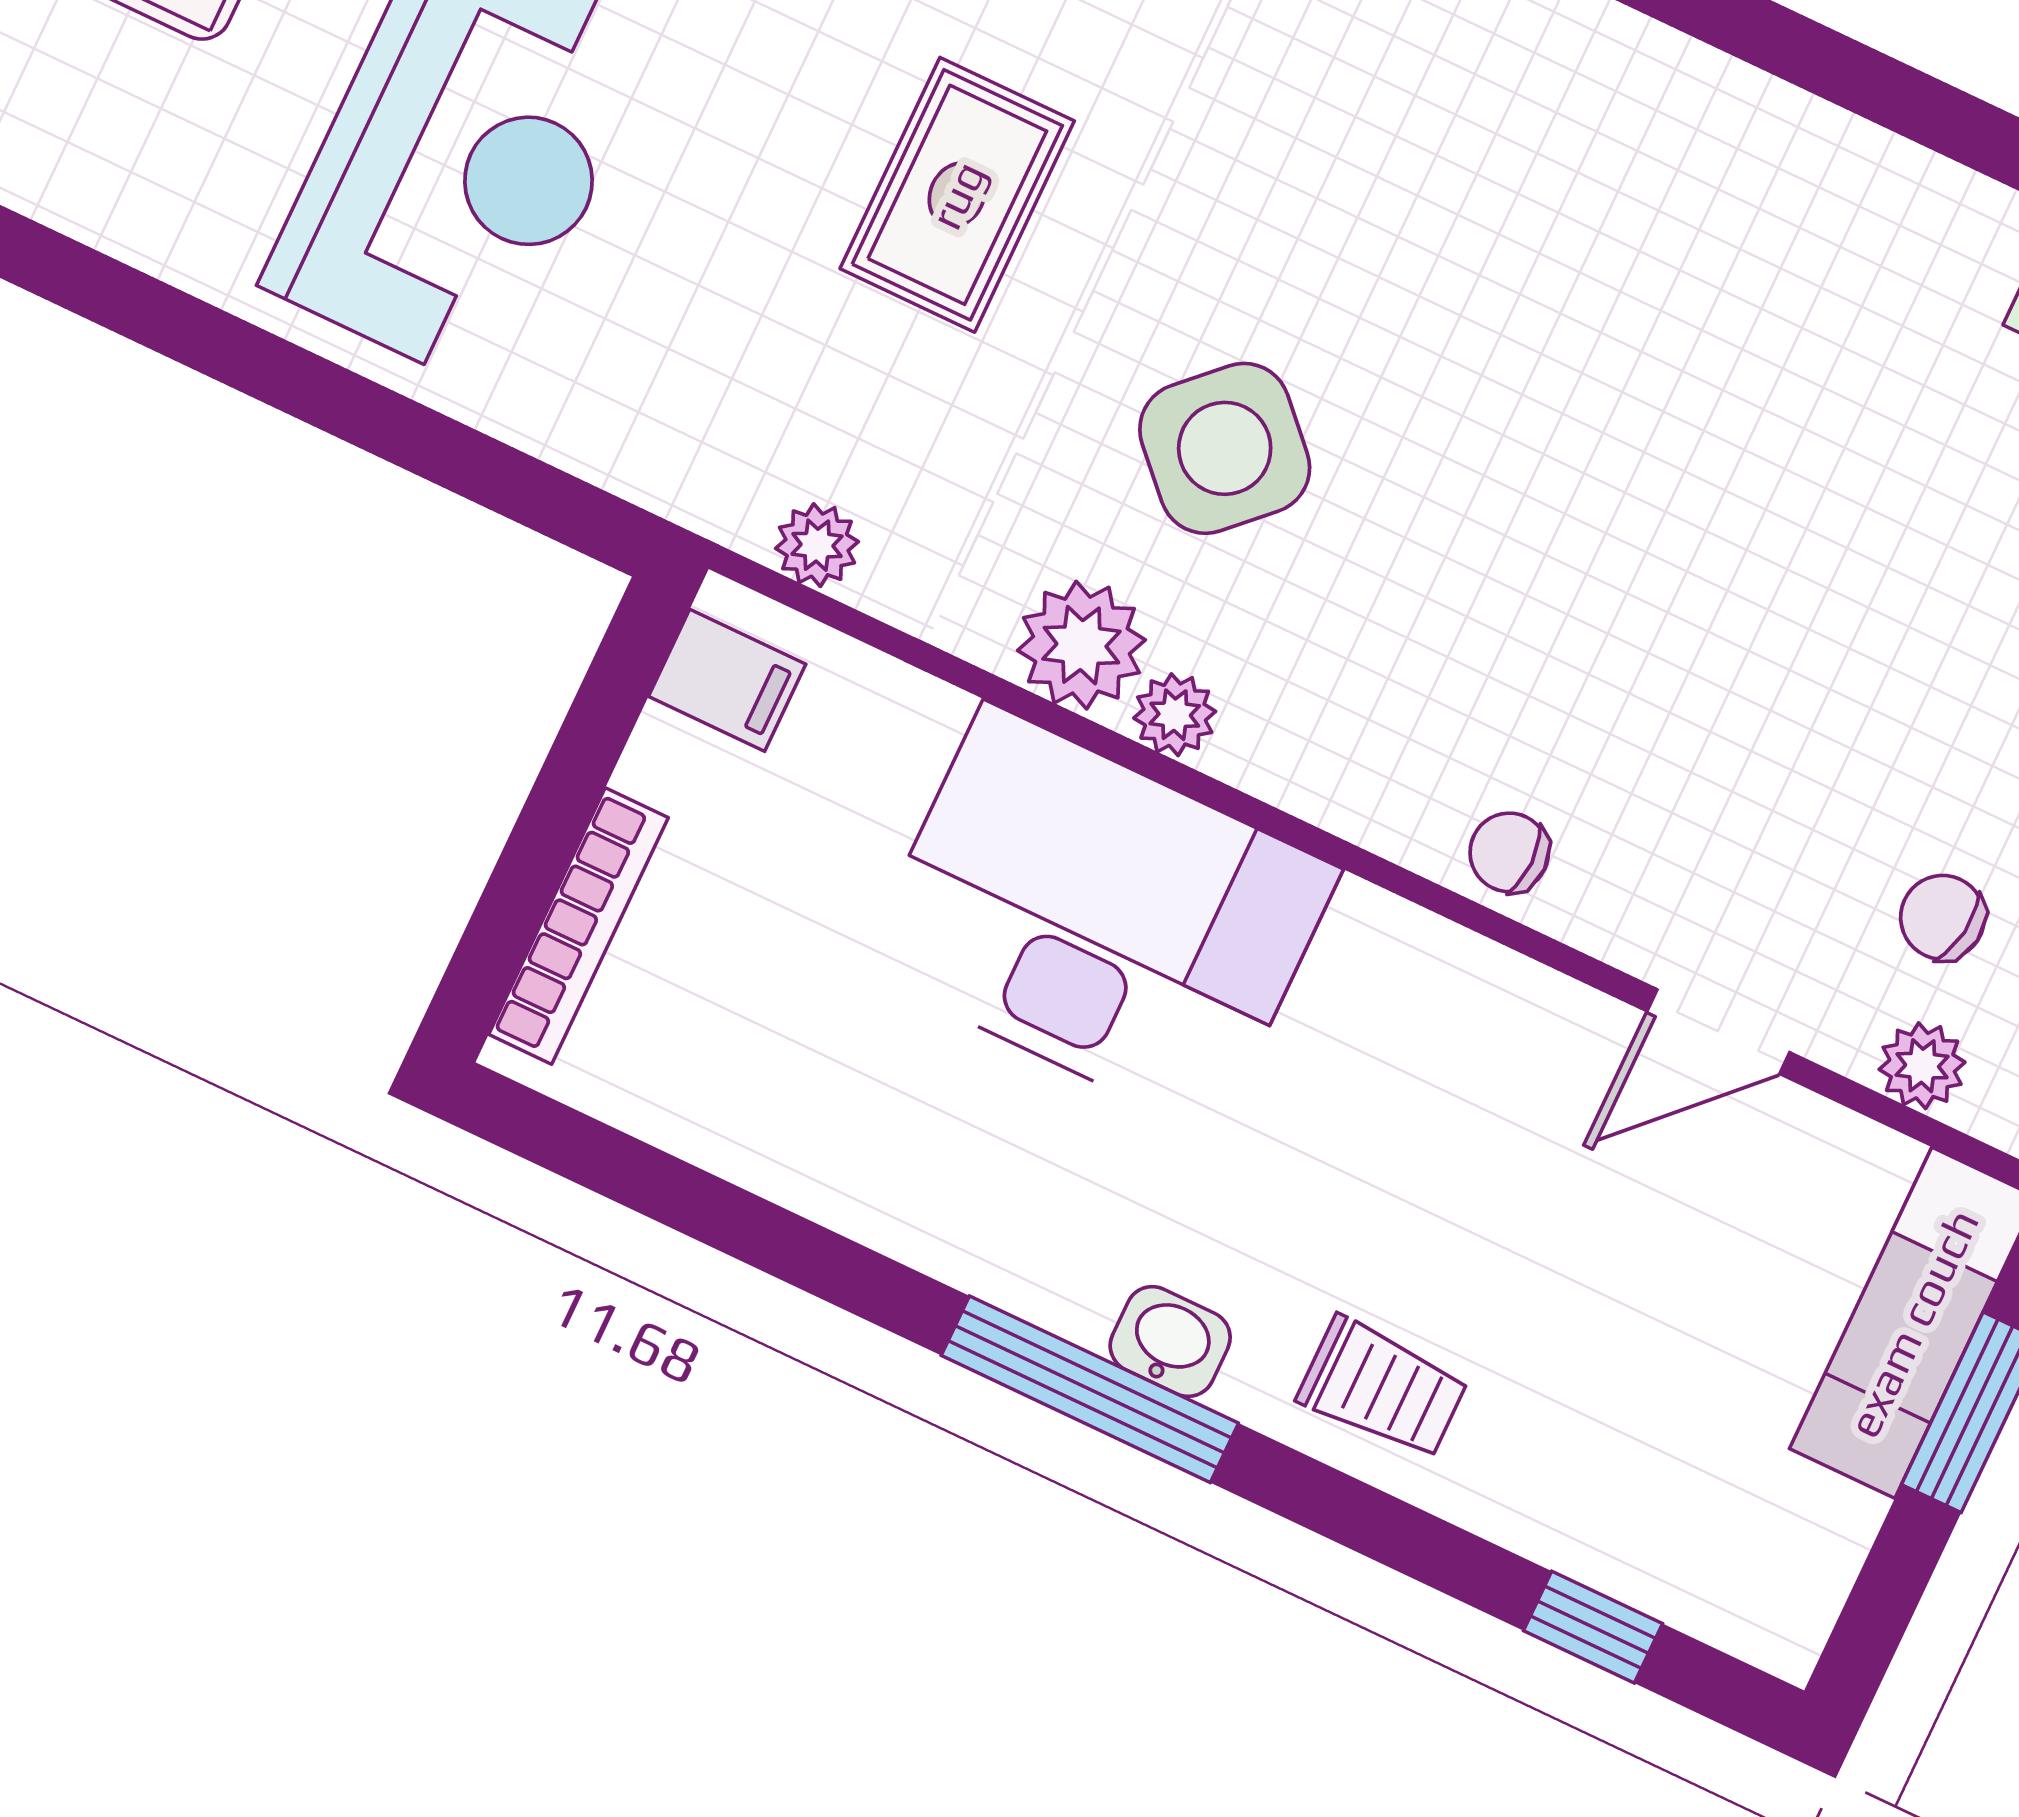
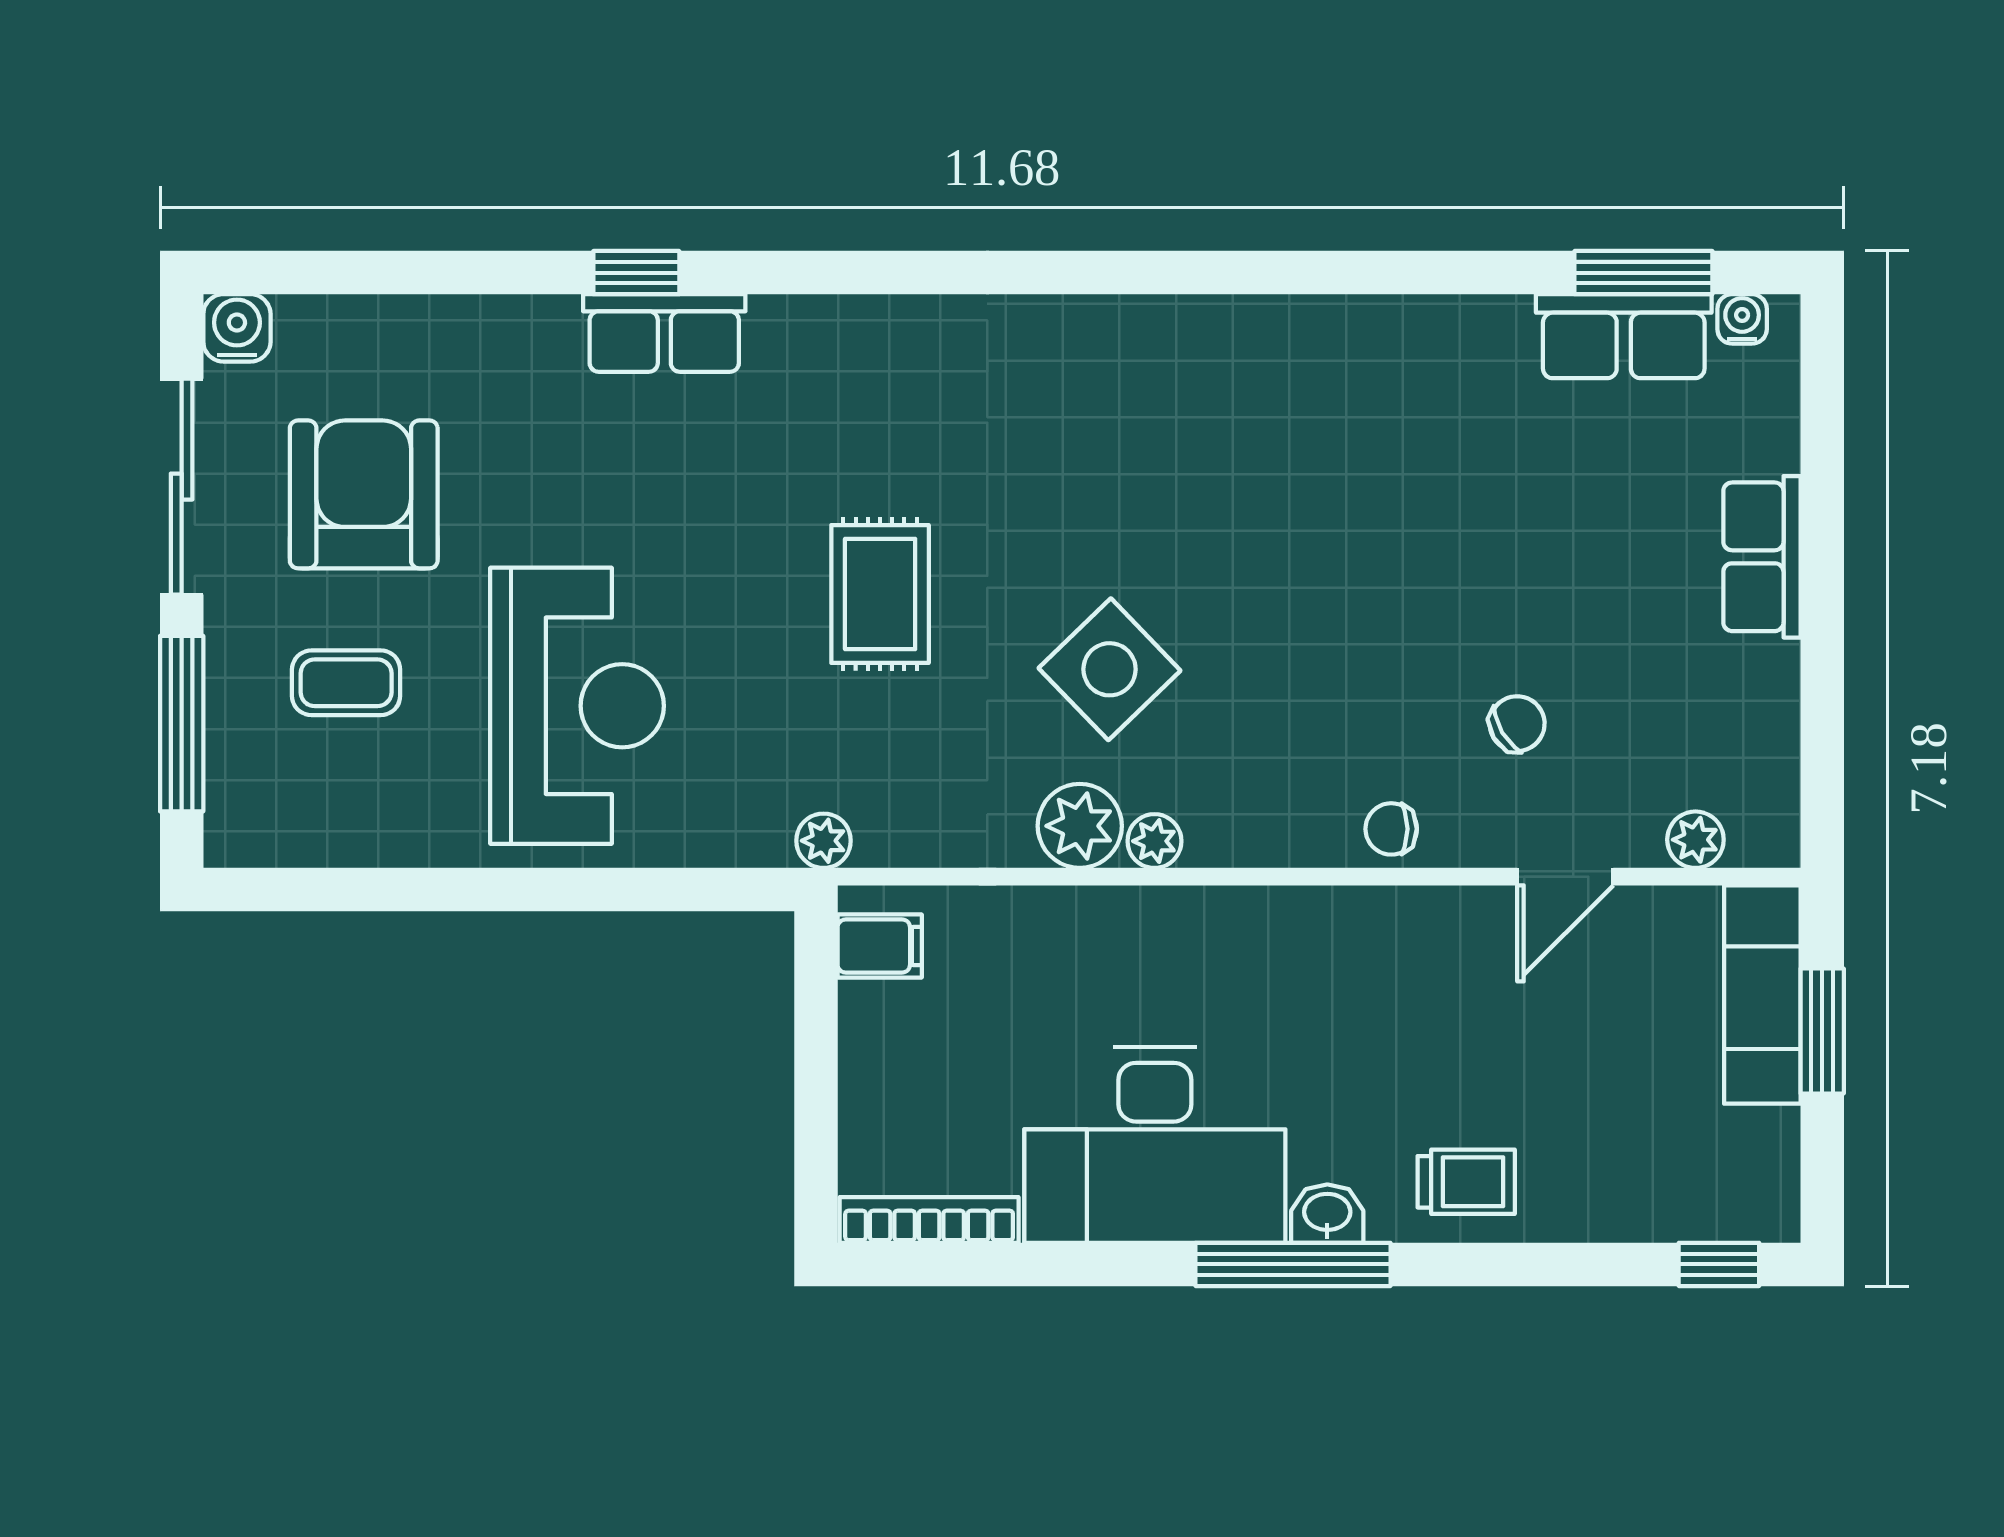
plant: (817, 545) -> (824, 841), moved
chair: (1943, 917) -> (1517, 724), moved, turned 141
desk: (1100, 919) -> (1155, 1145), moved, turned 180
bookcase: (578, 926) -> (929, 1220), moved, turned -90
window: (1593, 1627) -> (1719, 1264), moved

